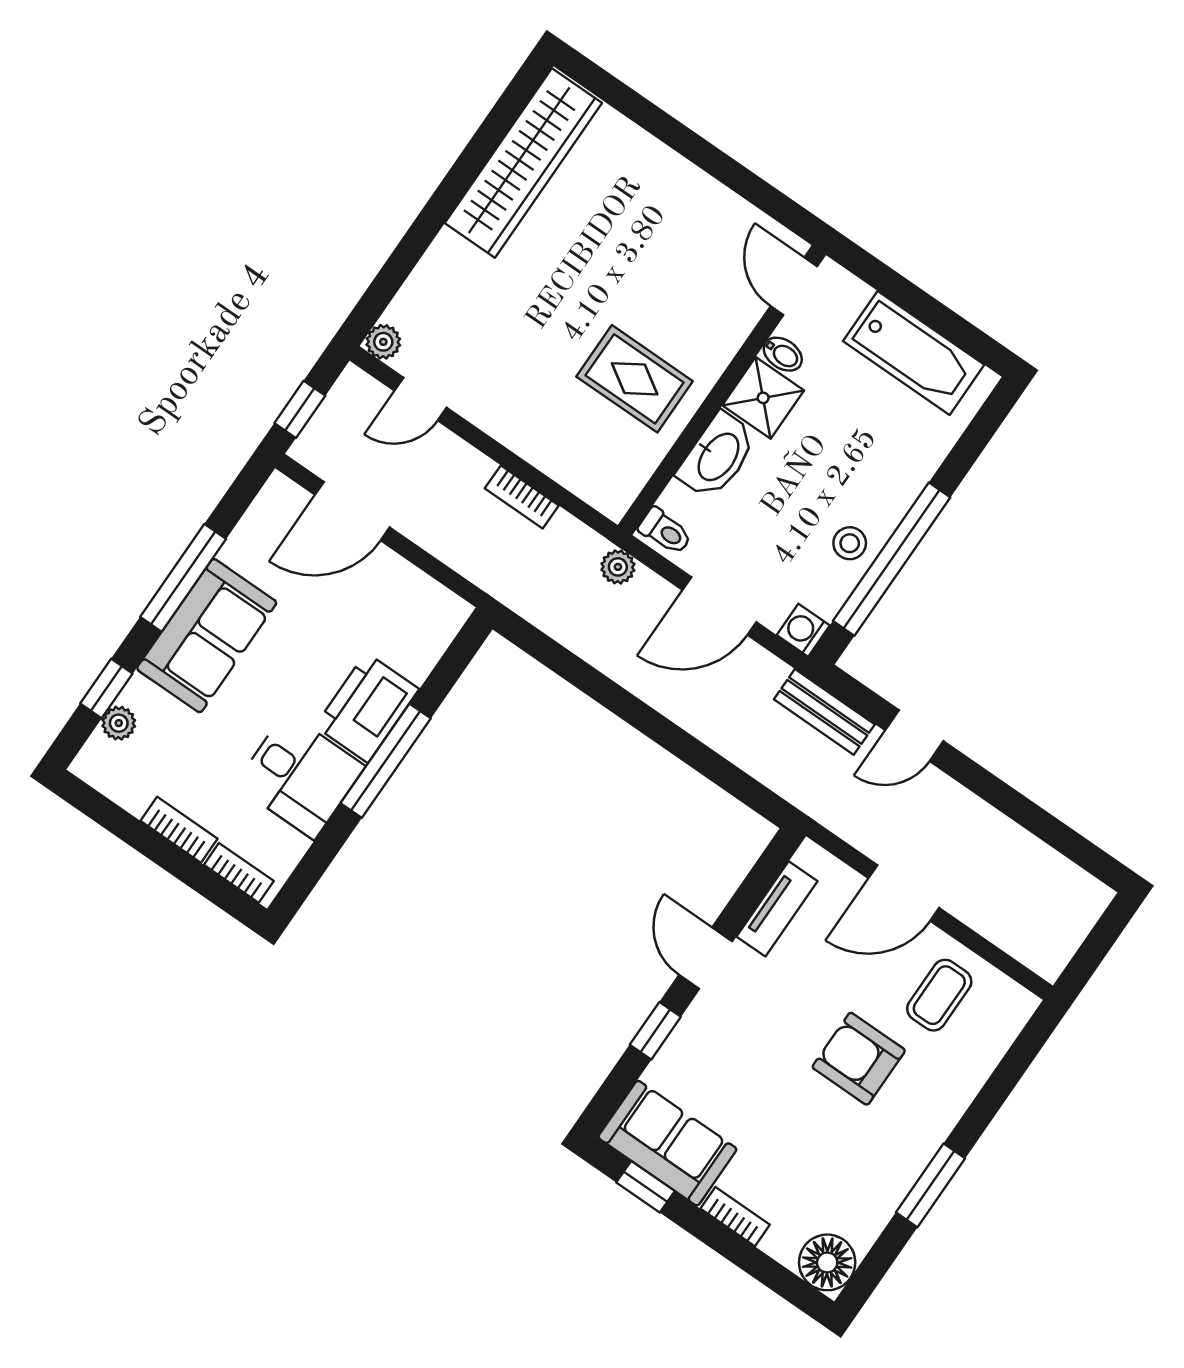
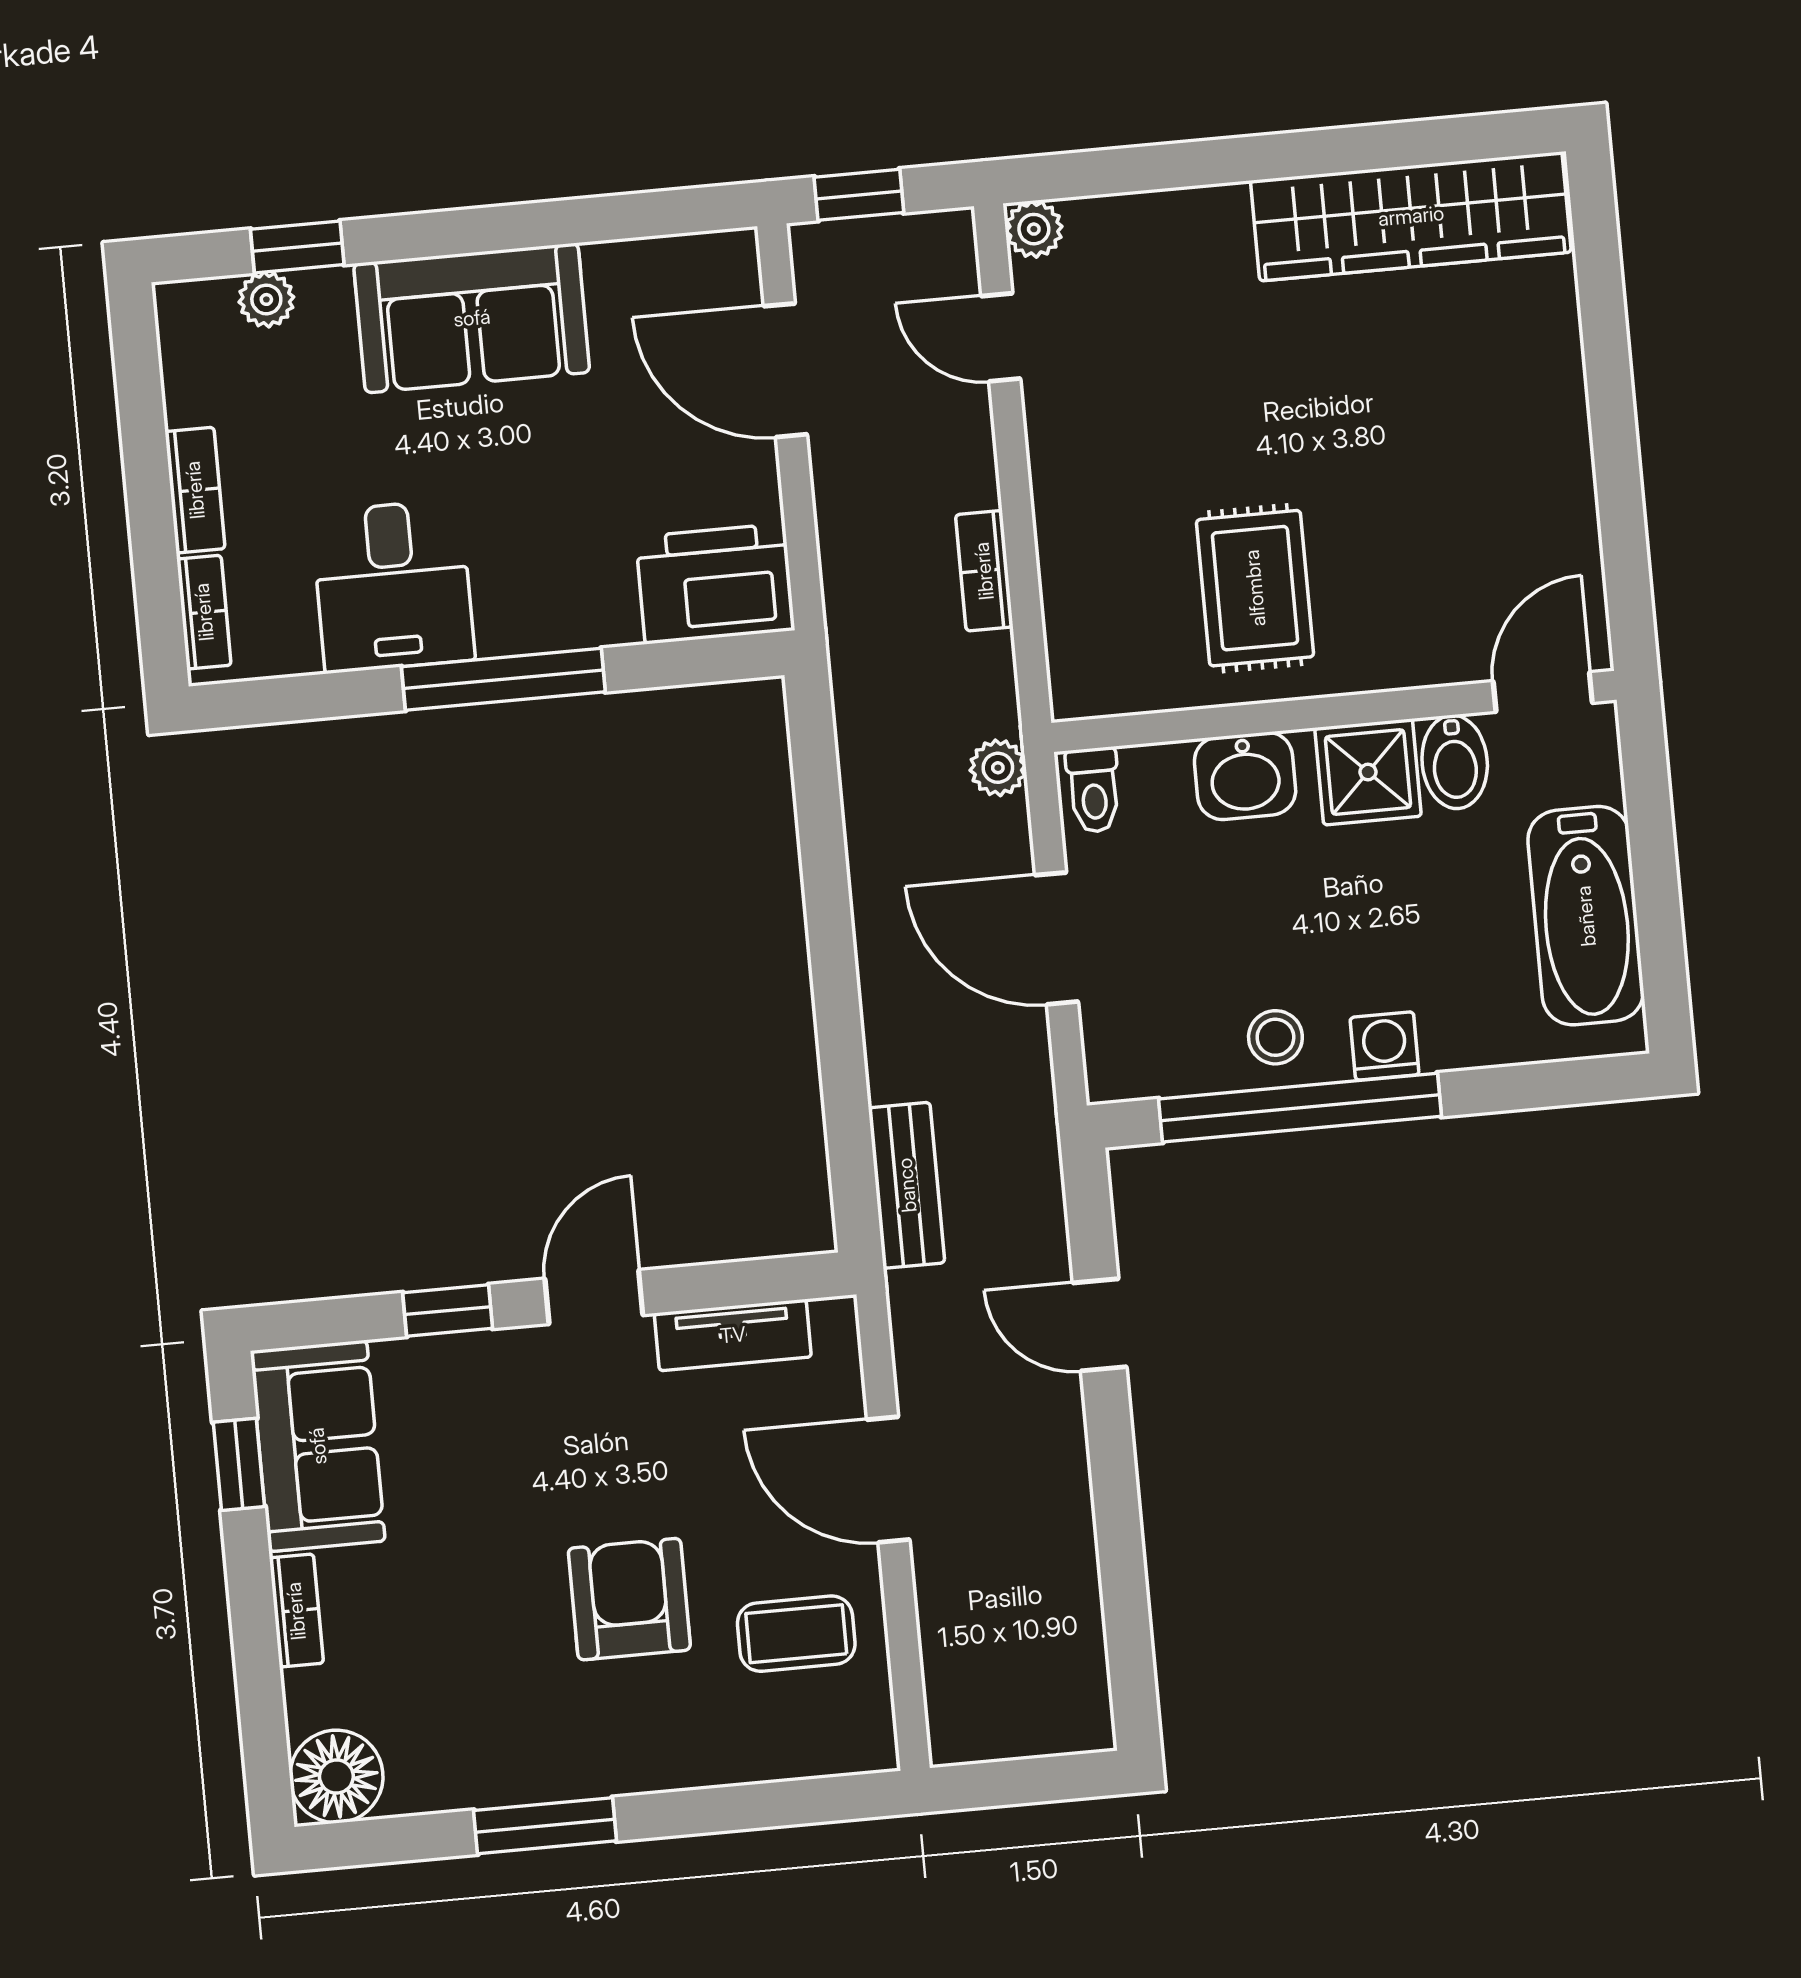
bidet: (783, 354) -> (1455, 762), width x1.38, depth x1.36
washbasin: (717, 456) -> (1245, 776), width x0.72
window: (183, 578) -> (520, 226), removed
washing machine: (803, 630) -> (1385, 1046), moved
printer: (367, 708) -> (715, 584), moved
bench: (824, 712) -> (907, 1185), moved

